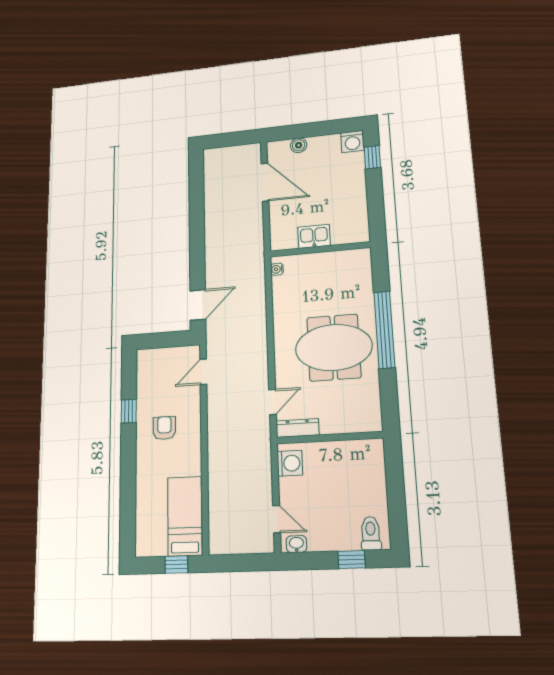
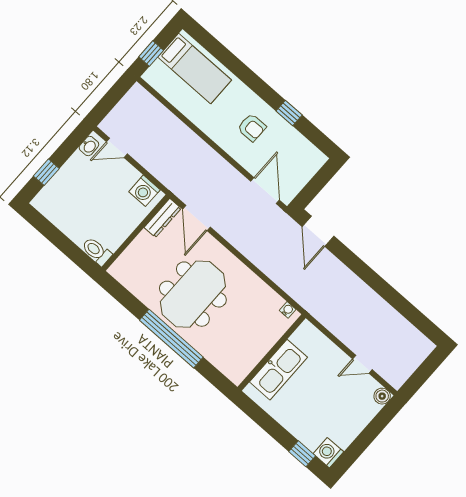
boiler: (299, 145) -> (382, 396), moved
door: (265, 182) -> (362, 364), width x0.53
kitchen sink: (314, 236) -> (278, 370), width x1.87, depth x1.24
door: (203, 372) -> (265, 191), width x1.38
door: (273, 402) -> (197, 218), width x1.38
bed: (185, 516) -> (195, 68), moved
toilet: (371, 533) -> (97, 251), moved, turned 180

